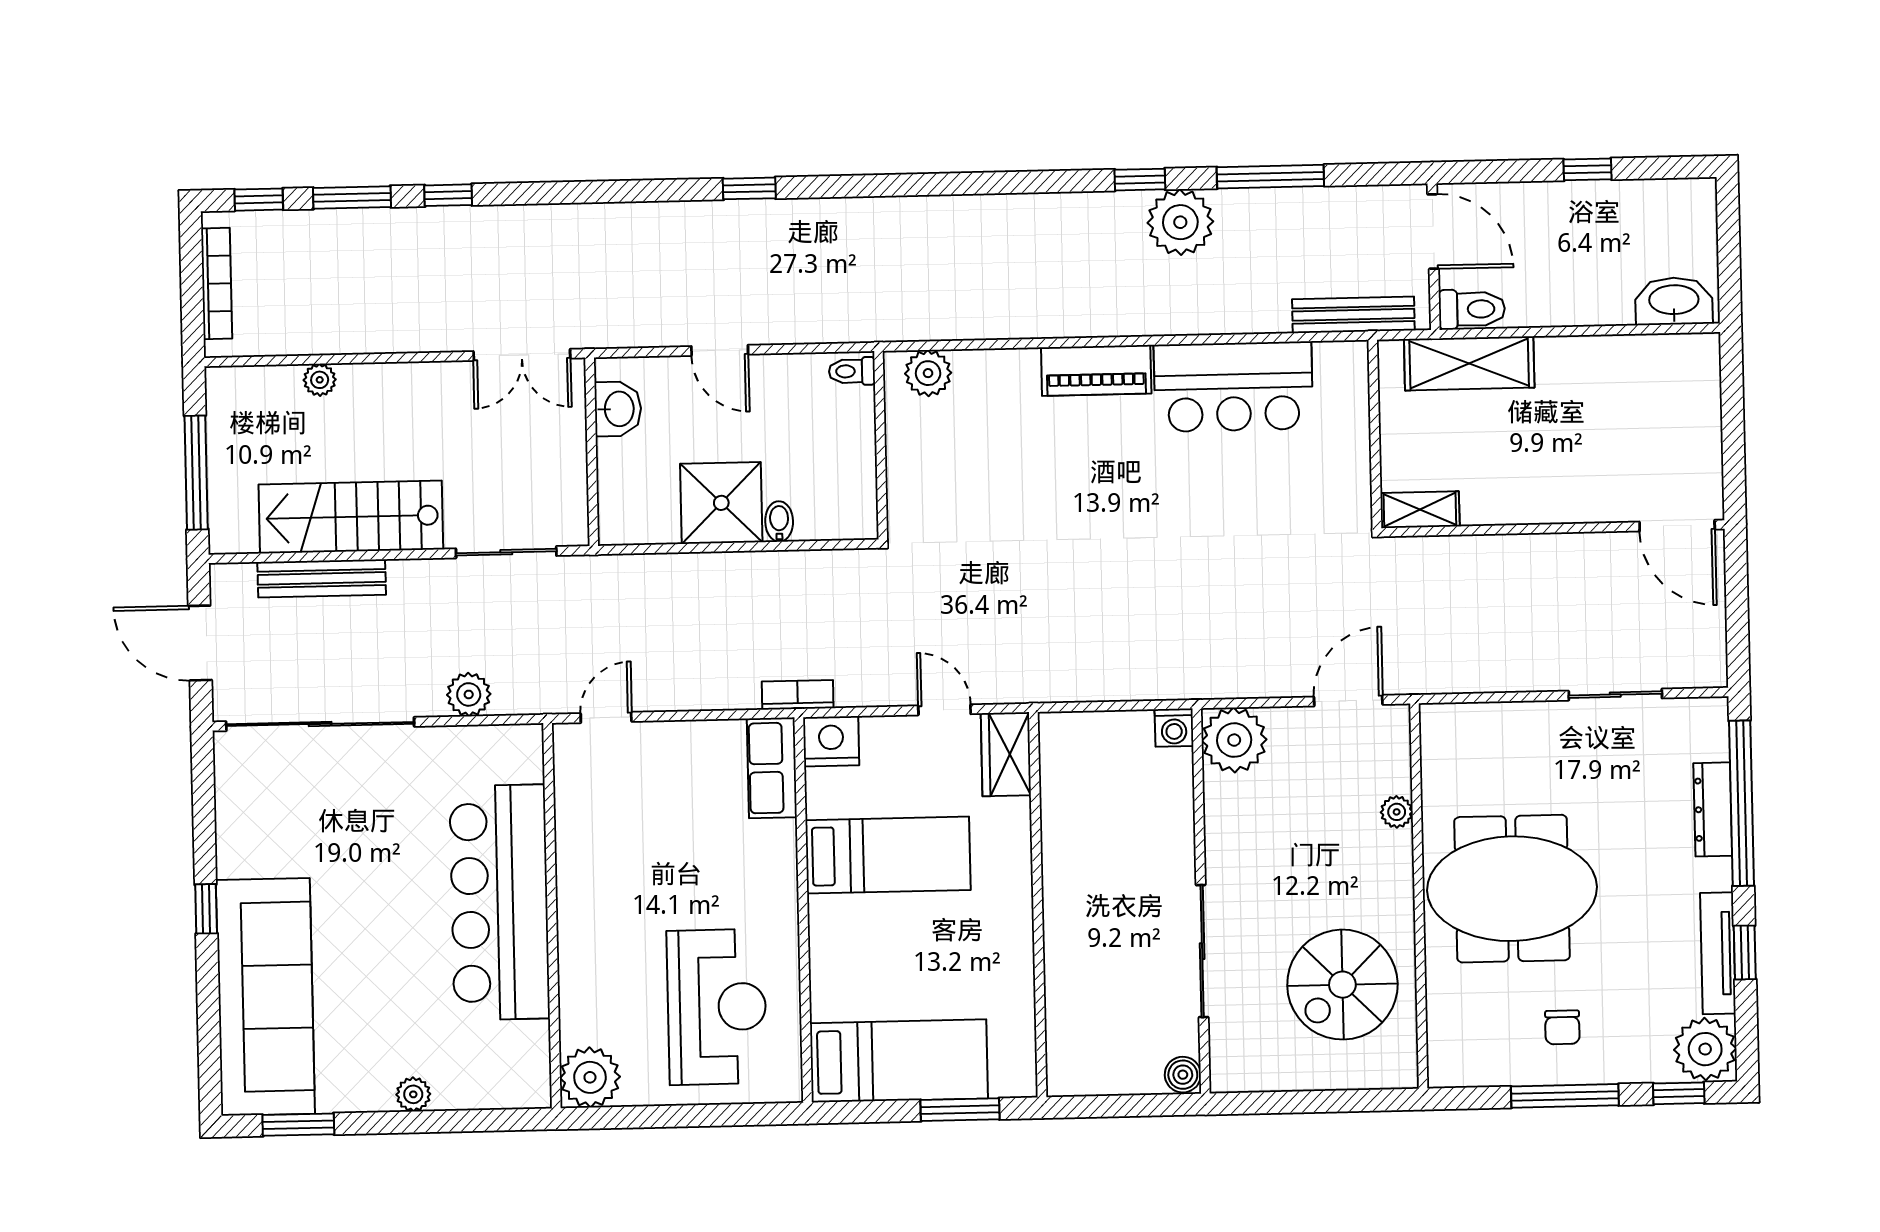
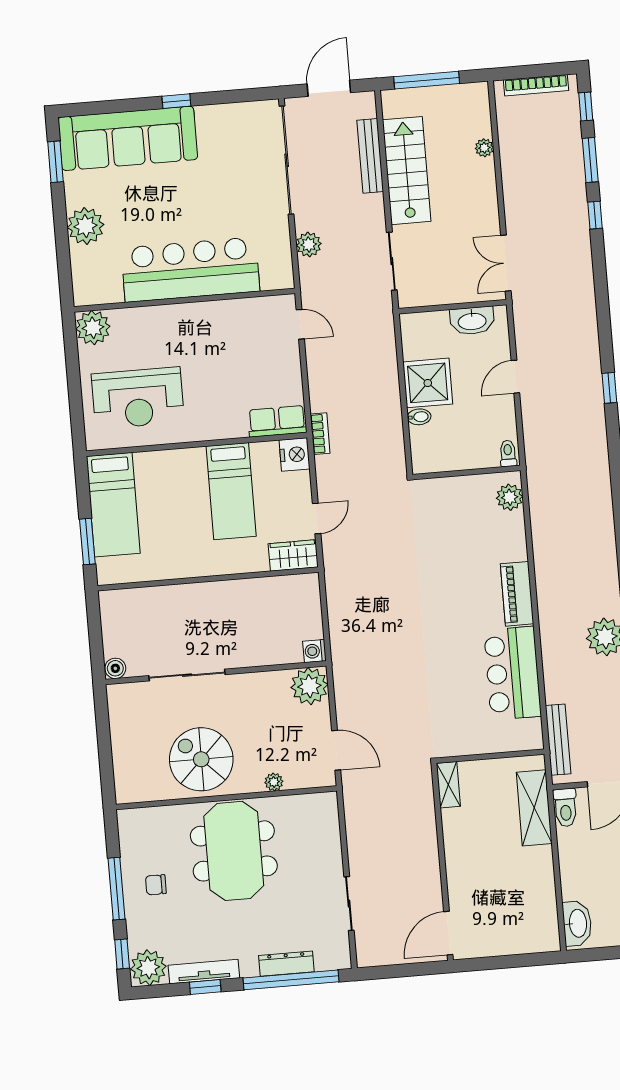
washbasin: (618, 409) -> (472, 321), width x1.38
spiral stairs: (1342, 985) -> (201, 759), moved
plant: (413, 1094) -> (86, 226), width x1.87, depth x1.87

